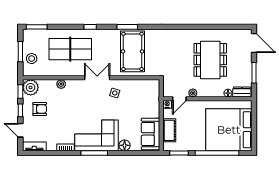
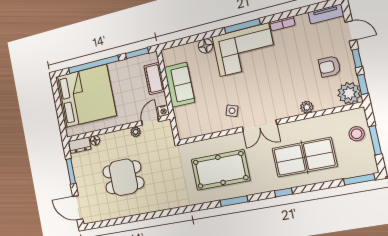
pool table: (133, 51) -> (220, 170), turned 90
dining table: (210, 60) -> (123, 177), width x0.73
sofa: (151, 134) -> (179, 85), moved

